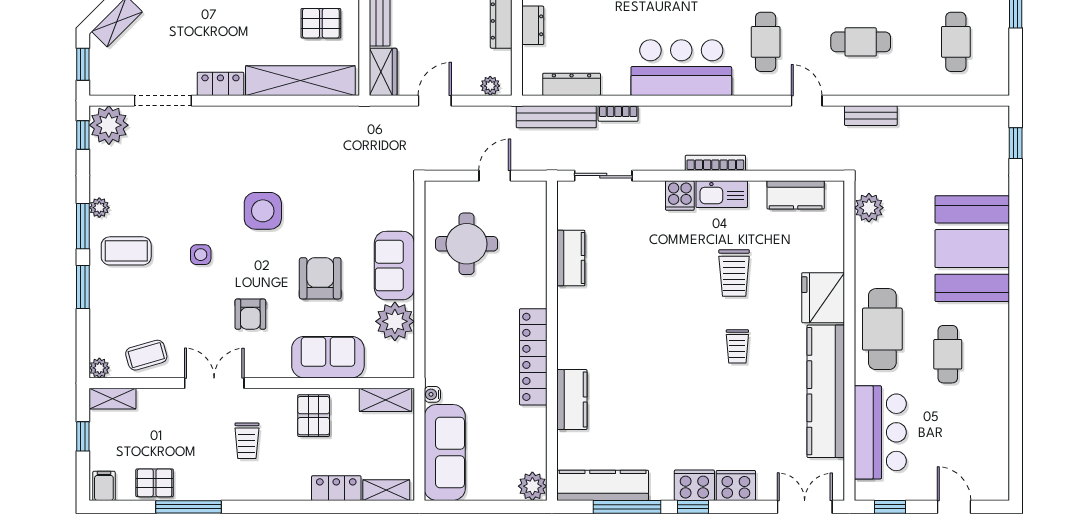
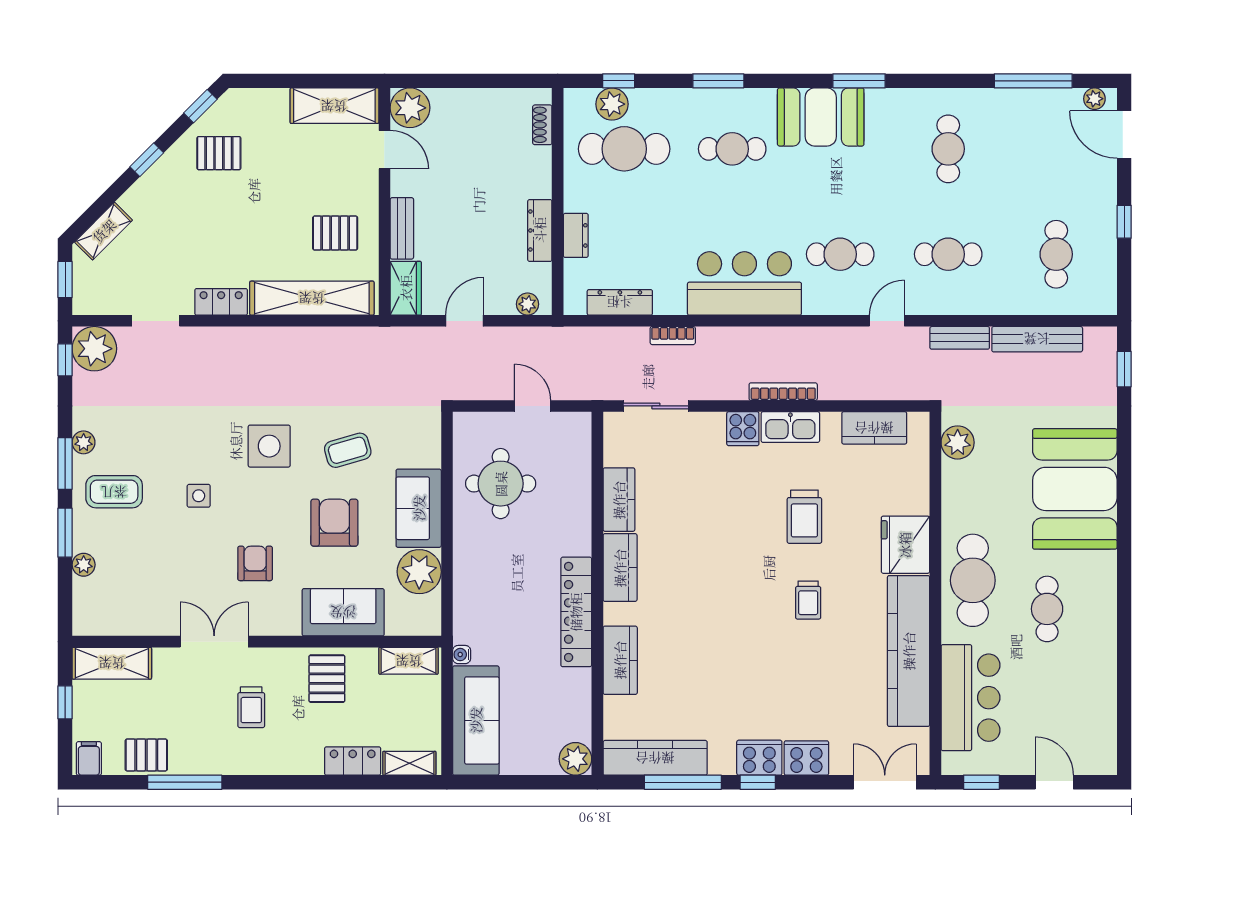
cafe table: (766, 42) -> (840, 254), turned 90
doorway: (163, 101) -> (156, 321), width x0.73
door: (807, 101) -> (887, 321), hinge flipped
bench: (556, 117) -> (1037, 339), moved
door: (495, 176) -> (533, 406), hinge flipped
armchair: (250, 314) -> (255, 563), turned 180
kitchen counter: (572, 318) -> (620, 568), added
coffee table: (146, 355) -> (348, 450), moved
plant: (99, 368) -> (84, 565), moved
shelving: (113, 399) -> (112, 663), width x1.50, depth x1.33

